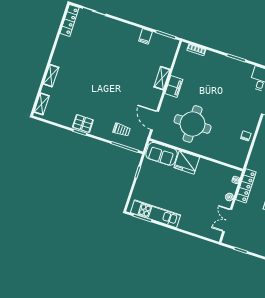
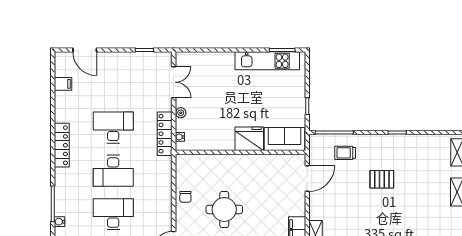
door: (155, 120) -> (307, 178), hinge flipped
pallet: (83, 123) -> (382, 179), moved
round table: (193, 124) -> (224, 210), moved, width x0.73, depth x0.73

